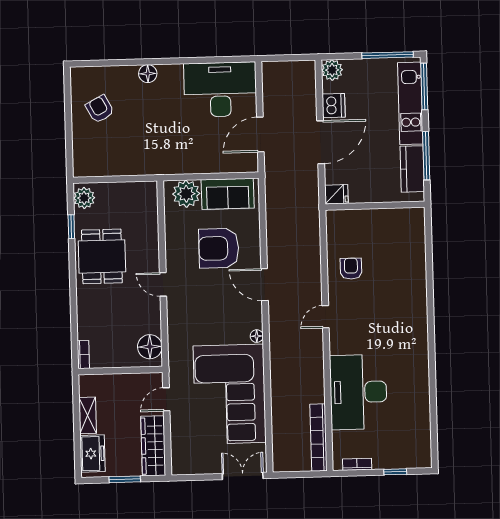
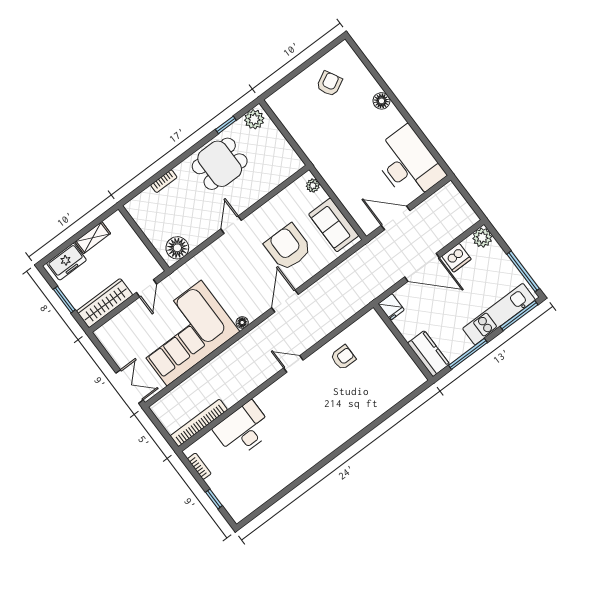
kitchen counter: (412, 169) -> (429, 354), moved, turned 90
plant: (186, 194) -> (313, 186), width x0.53, depth x0.53
bookcase: (83, 355) -> (164, 181), moved
desk: (358, 392) -> (243, 430), width x0.73, depth x0.77
door: (166, 399) -> (146, 288), swing flipped

